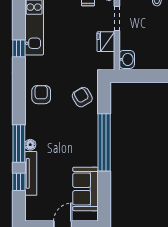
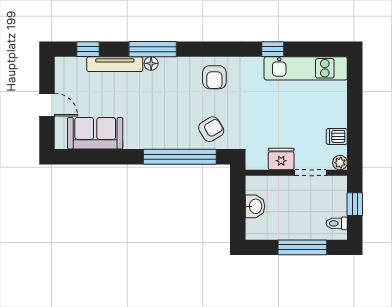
washbasin: (127, 59) -> (255, 206), moved, turned -90
armchair: (41, 95) -> (214, 77), turned 90
window: (104, 142) -> (180, 157), moved
window: (19, 182) -> (88, 49), moved

